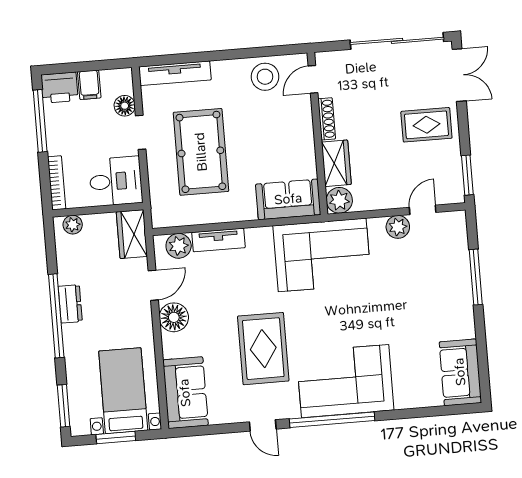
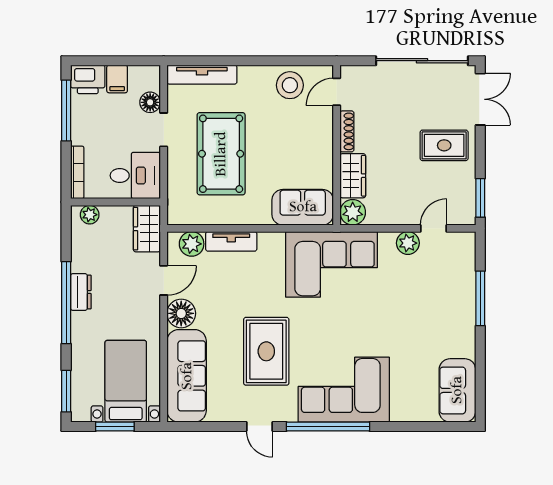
sofa: (185, 393) -> (187, 376), width x1.36

